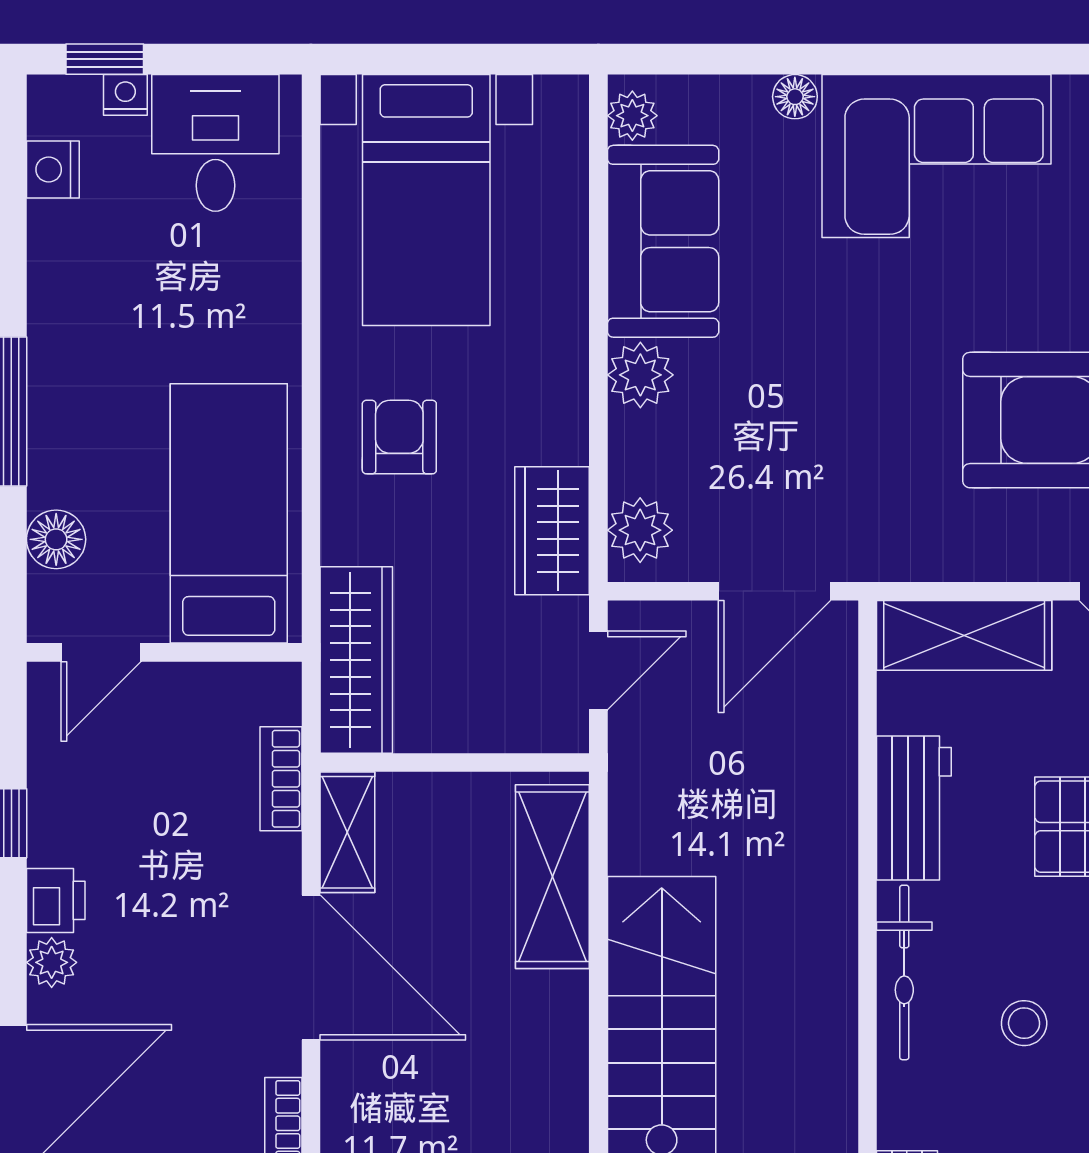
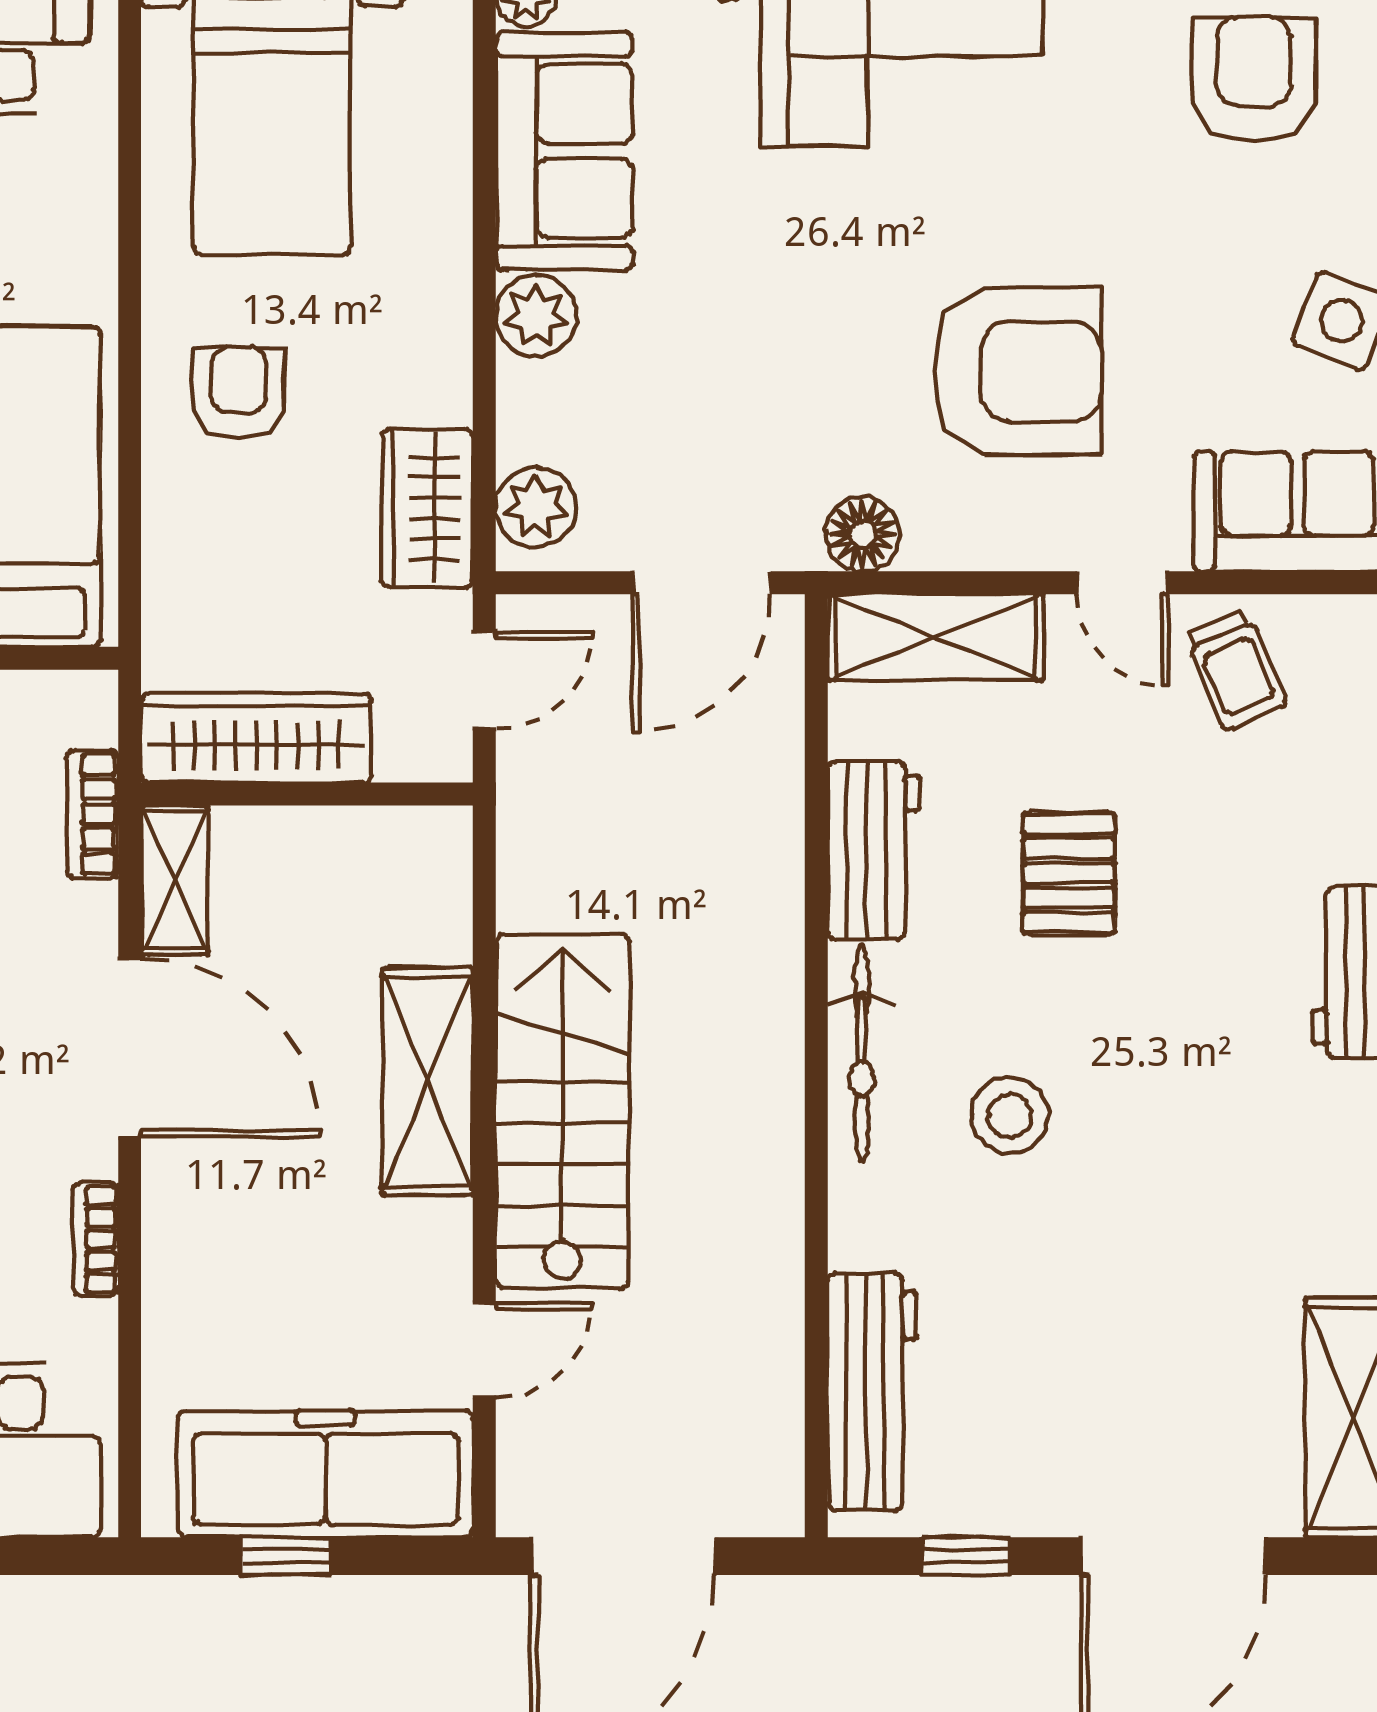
floor lamp: (905, 552) -> (862, 534), added
wardrobe: (356, 660) -> (256, 738), moved, turned -90
shelving: (552, 877) -> (428, 1082), moved
stool: (1024, 1023) -> (1010, 1116), width x1.37, depth x1.37

